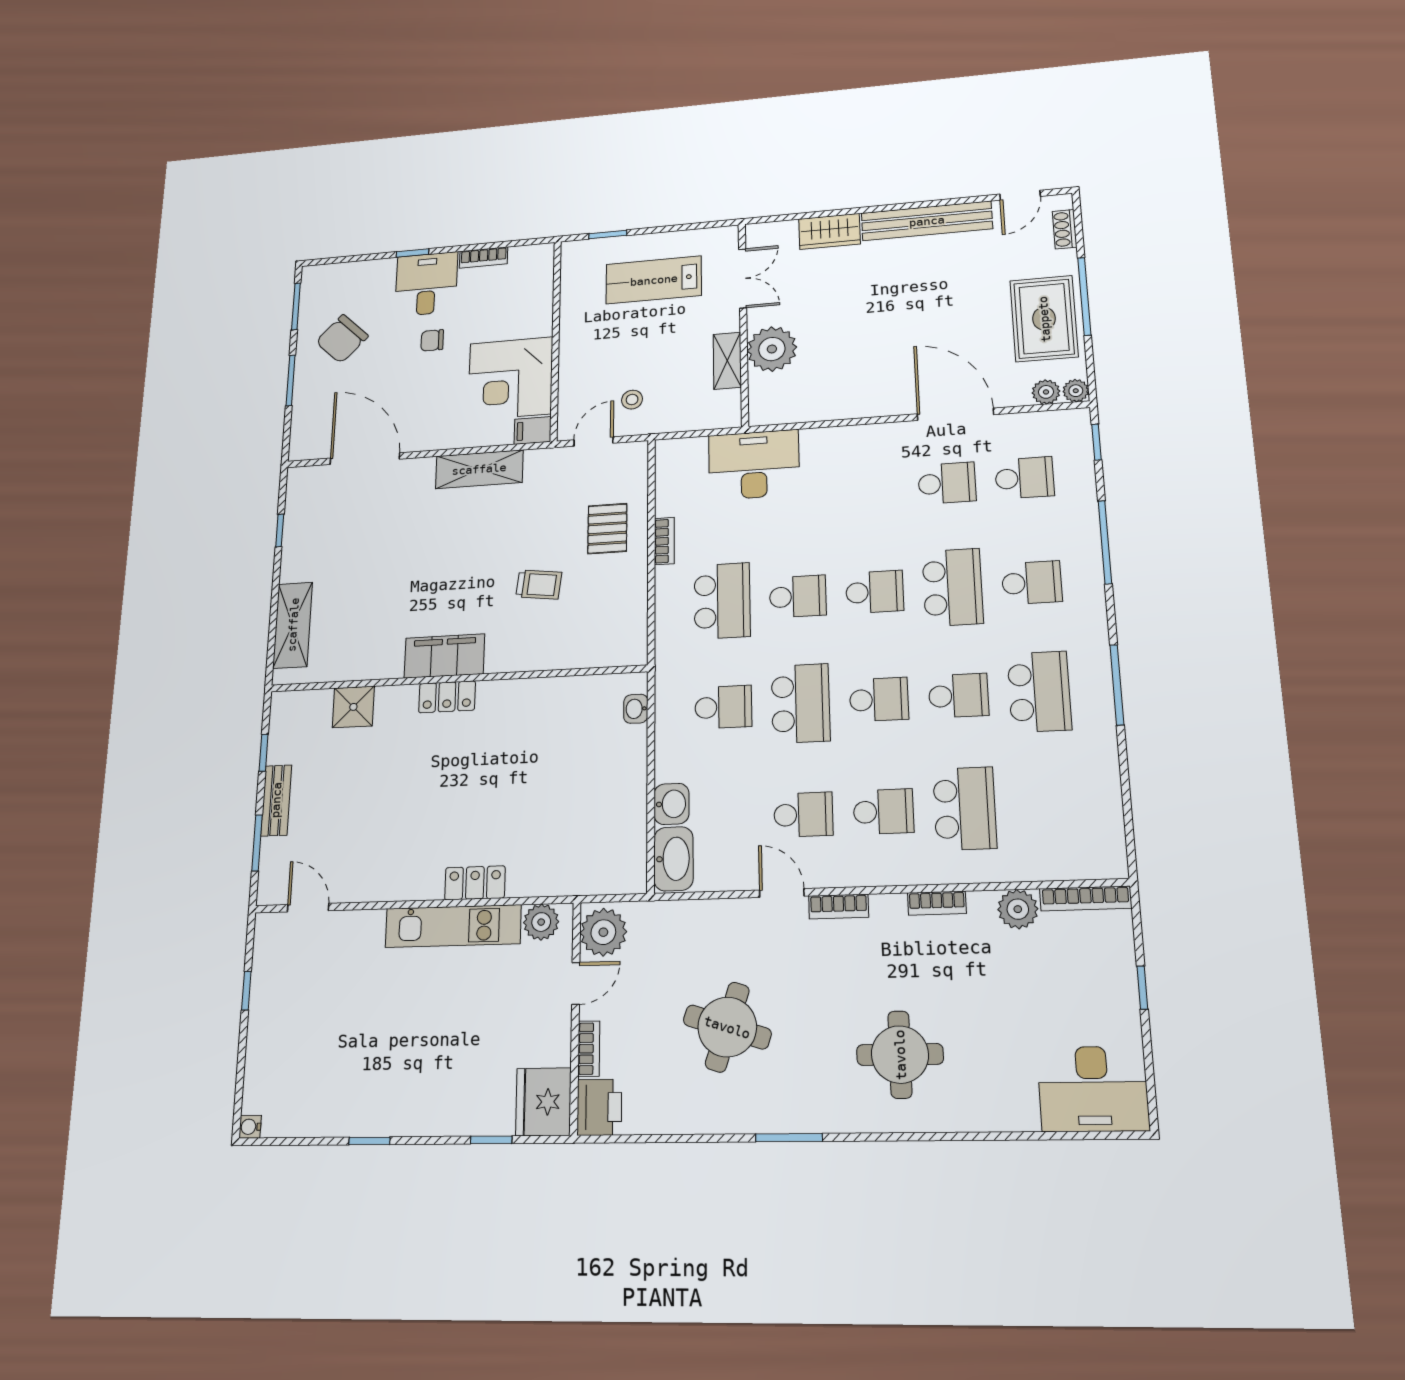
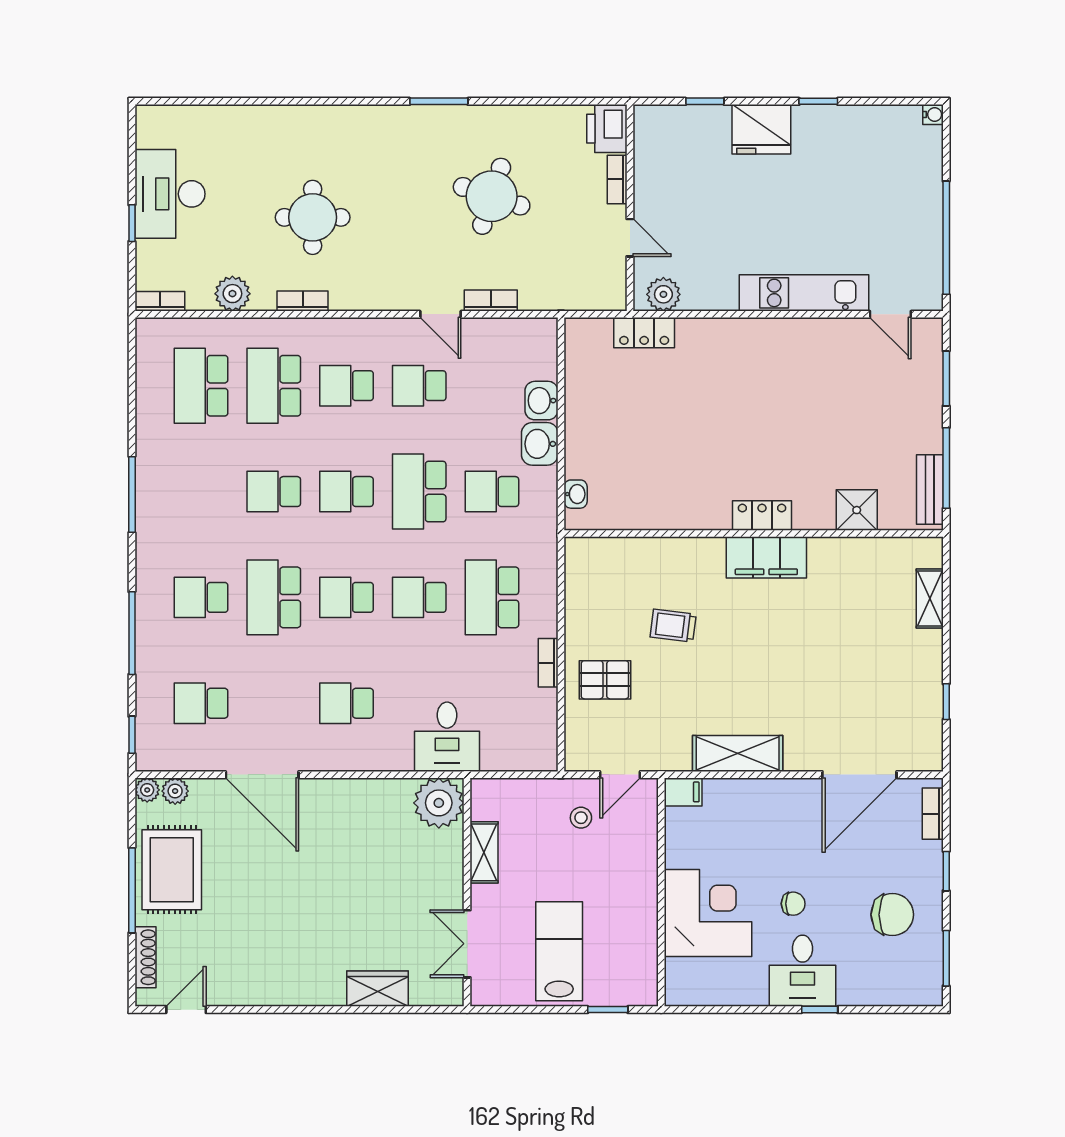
bench: (927, 221) -> (280, 990), removed
shoe rack: (1065, 229) -> (145, 957), width x1.43
bookcase: (484, 257) -> (933, 814), moved, turned -90
lab bench: (654, 280) -> (559, 951), turned -90
chair: (342, 339) -> (892, 915), turned 46
plant: (772, 349) -> (439, 803), moved
corner desk: (510, 379) -> (708, 913), moved
window: (291, 380) -> (946, 871), width x0.67
door: (365, 459) -> (859, 775), hinge flipped
desk: (754, 465) -> (447, 737), width x0.73
school desk: (947, 483) -> (346, 703), moved
pallet: (607, 529) -> (605, 680), turned 90
shelving: (293, 625) -> (930, 598), width x0.67, depth x0.75
school desk: (1039, 692) -> (201, 386), moved
window: (264, 753) -> (946, 468), width x2.17
bench: (276, 800) -> (930, 490), moved
washbasin: (673, 859) -> (540, 444), moved, width x0.72
locker: (475, 883) -> (644, 333), moved
bookcase: (1086, 898) -> (160, 301), width x0.64
bookcase: (839, 907) -> (491, 301), moved
kitchen unit: (453, 926) -> (804, 293), moved
plant: (603, 932) -> (605, 283), removed
door: (576, 983) -> (630, 238), swing flipped
window: (246, 991) -> (946, 238), width x3.17
round table: (900, 1055) -> (313, 217), moved
desk: (1093, 1089) -> (170, 194), moved, turned -90
fridge: (543, 1102) -> (761, 129), moved, turned 90

